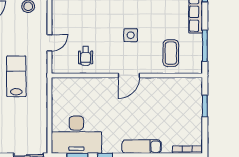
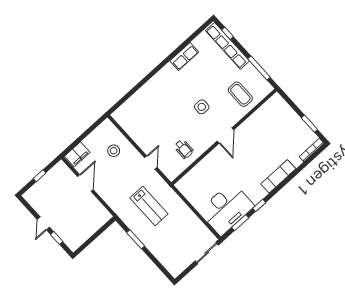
lab bench: (16, 76) -> (149, 206), turned 180
window: (205, 106) -> (309, 124), moved

